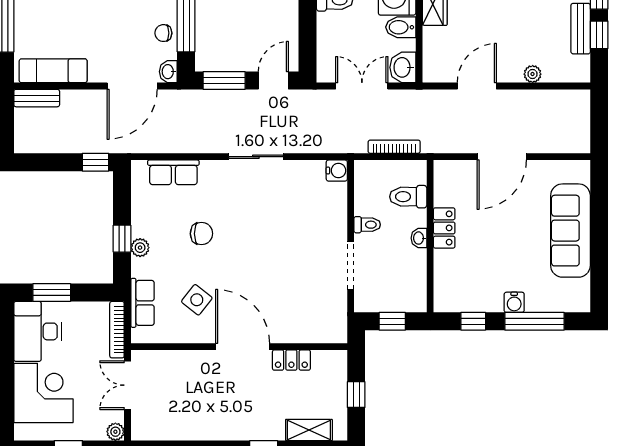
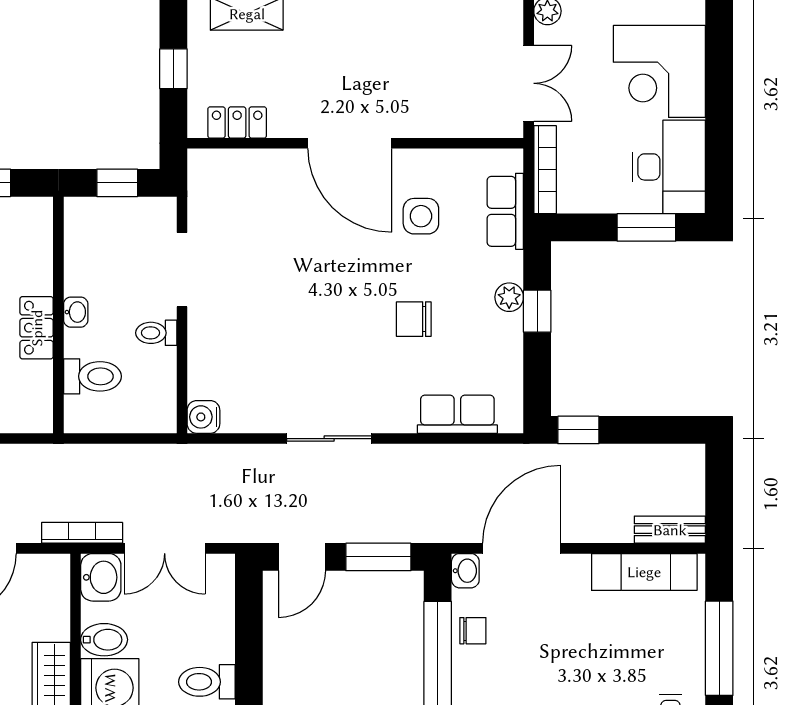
bookcase: (394, 147) -> (82, 533), moved, turned 180
side table: (197, 300) -> (421, 216), turned -38
locker: (291, 360) -> (237, 122), moved

